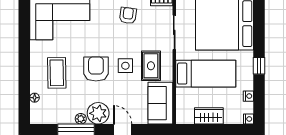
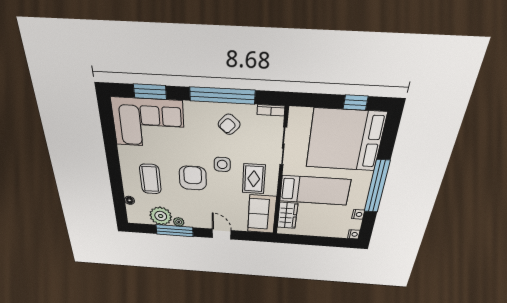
armchair: (128, 15) -> (229, 124), turned -145
side table: (125, 66) -> (222, 164), moved
window: (259, 66) -> (377, 187), width x3.17
plant: (98, 113) -> (161, 216), moved
wardrobe: (209, 116) -> (287, 215), moved, turned 90

